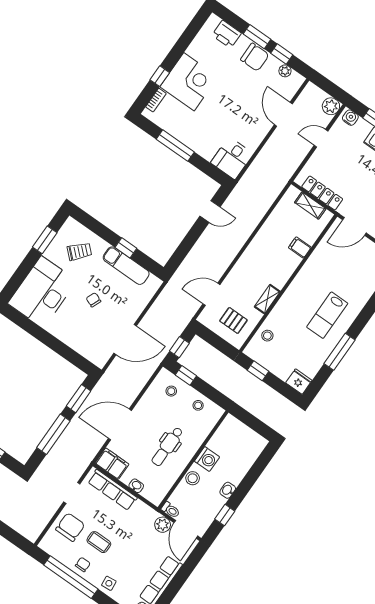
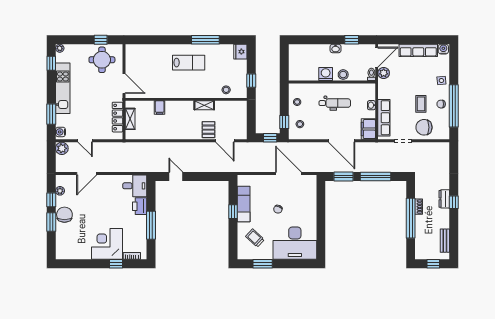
printer: (227, 34) -> (140, 206), moved, turned 180
pallet: (233, 320) -> (208, 130), moved

